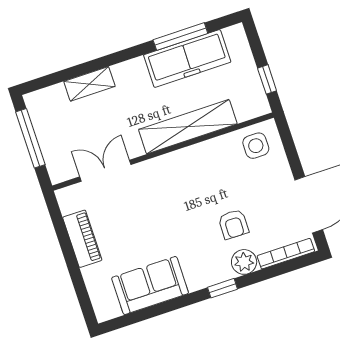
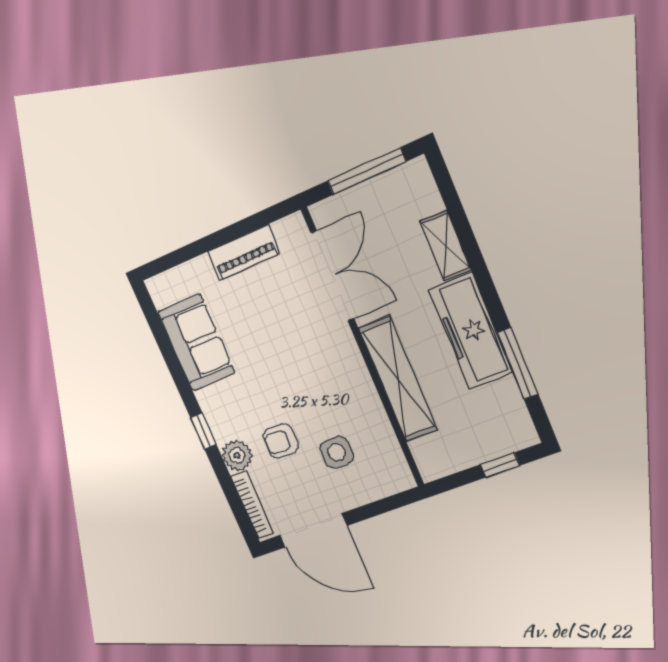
freezer: (187, 58) -> (471, 331), moved
window: (267, 79) -> (500, 465), moved
side table: (256, 146) -> (337, 452), moved
double door: (105, 171) -> (332, 276), width x1.37

